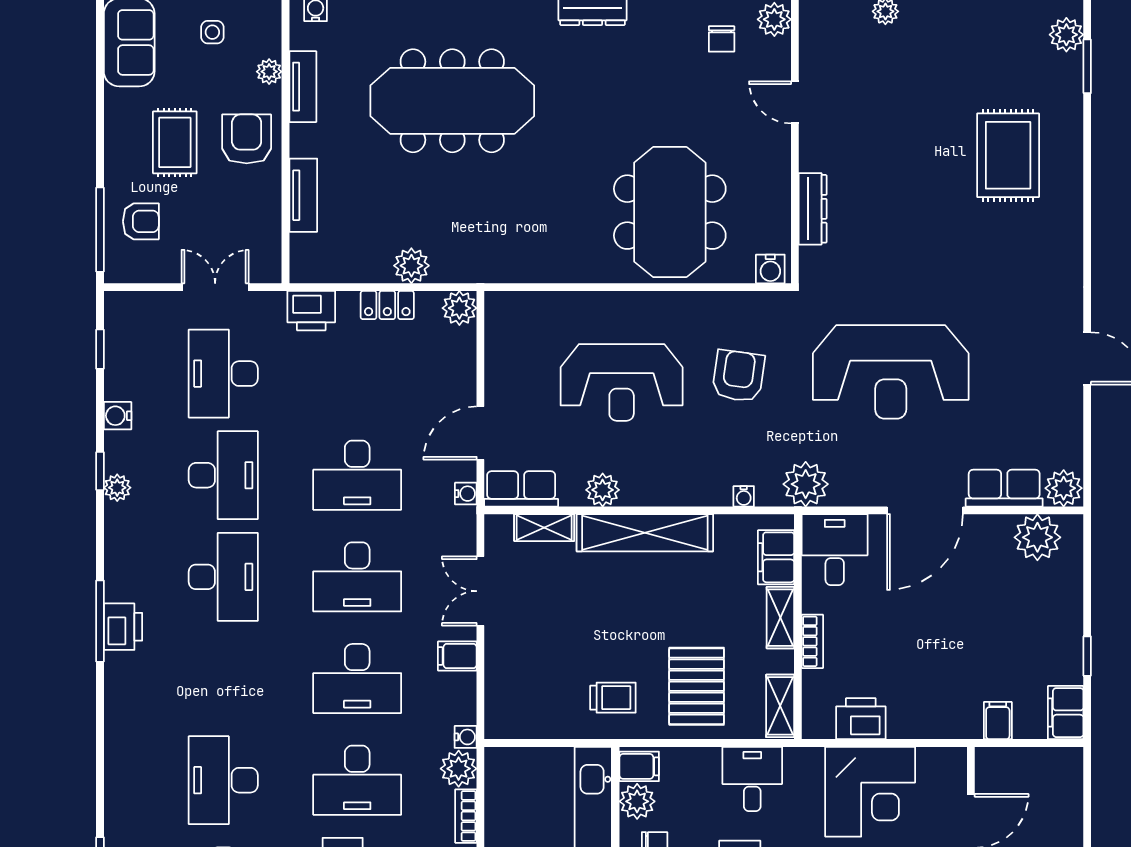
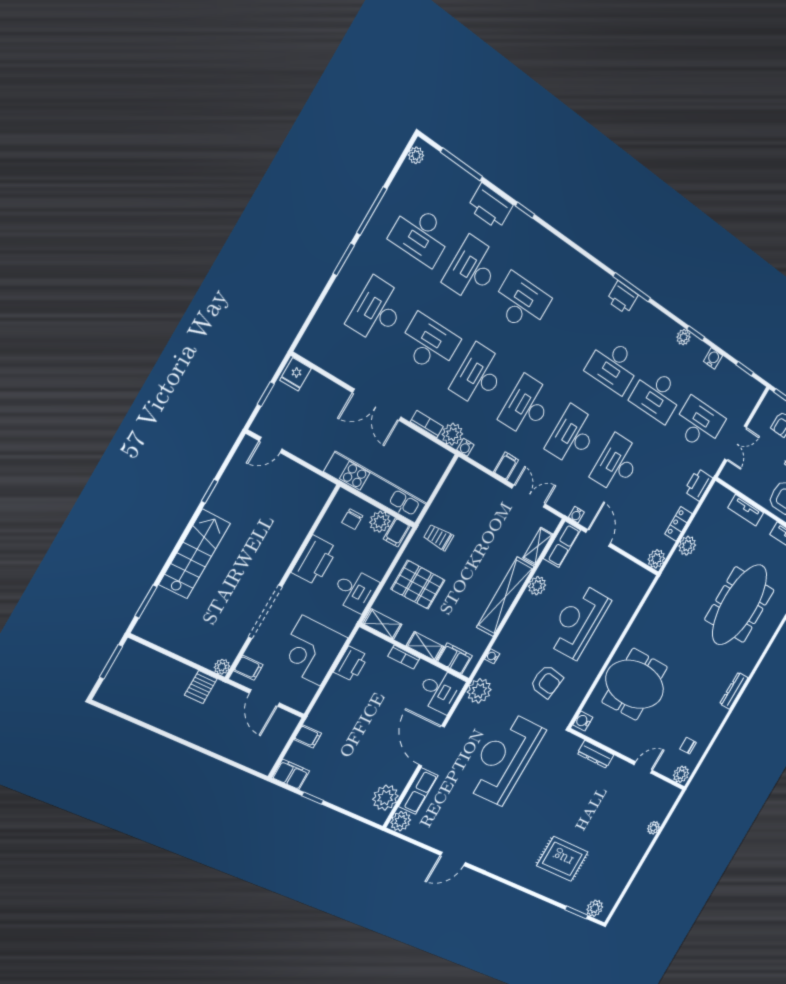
trolley: (613, 698) -> (438, 537), turned 90

